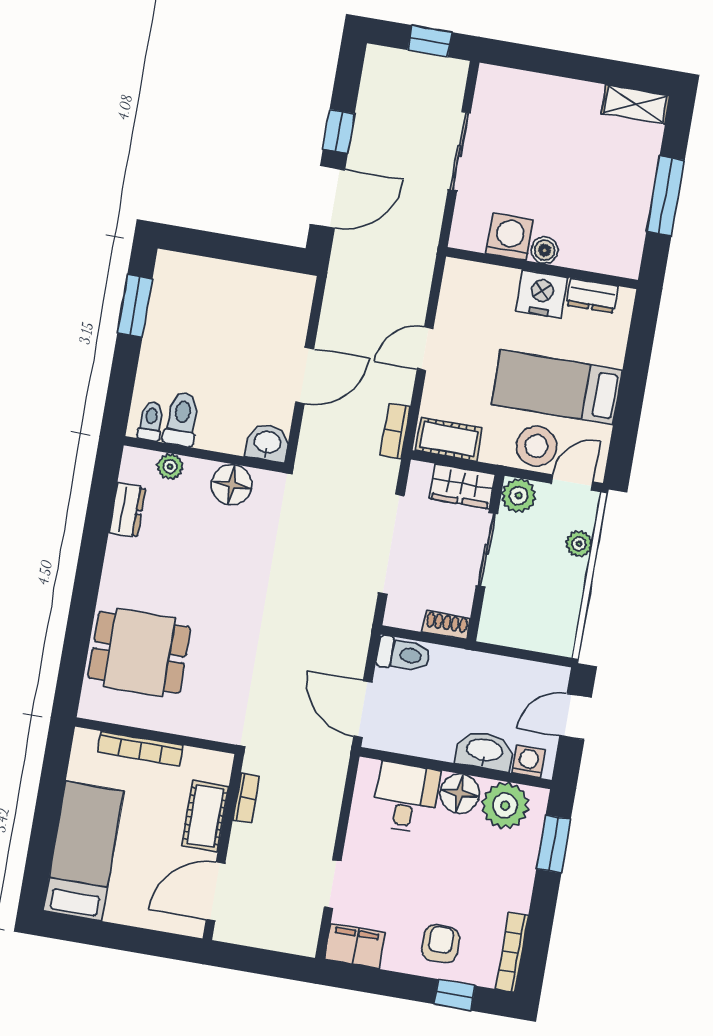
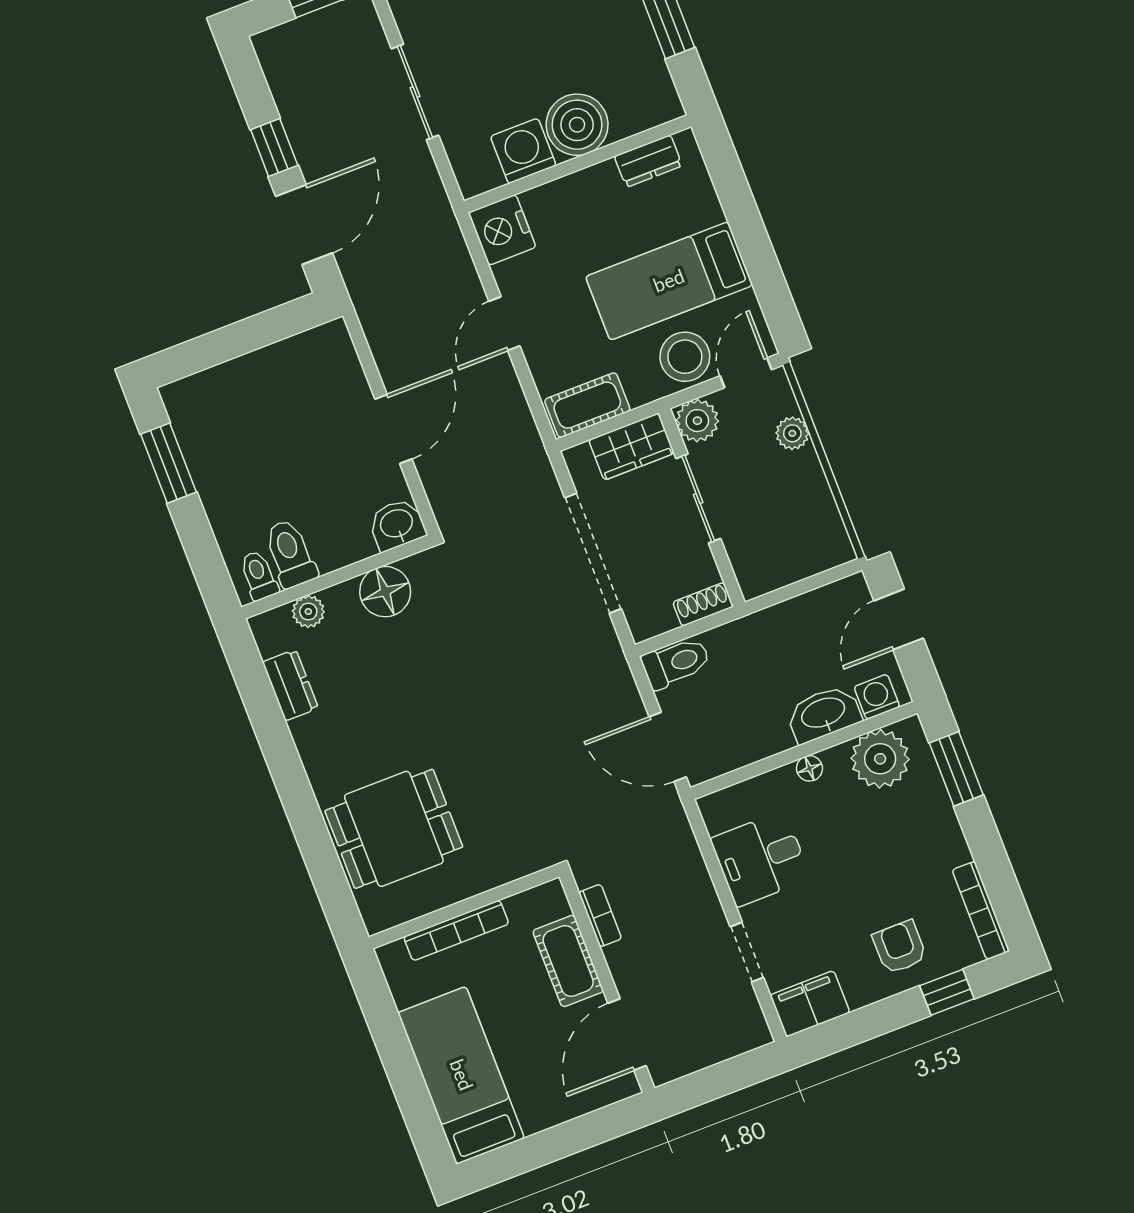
boiler: (545, 250) -> (577, 125), width x1.86, depth x1.86
nightstand: (542, 294) -> (502, 230), moved, turned -90
bookcase: (395, 431) -> (525, 430), removed
floor lamp: (460, 793) -> (809, 768), width x0.53, depth x0.53
desk: (406, 797) -> (761, 859), moved, turned -90

